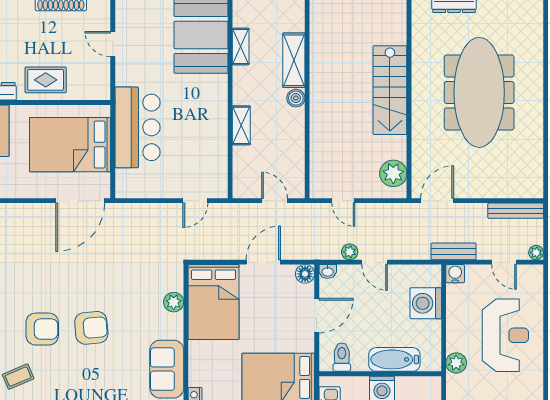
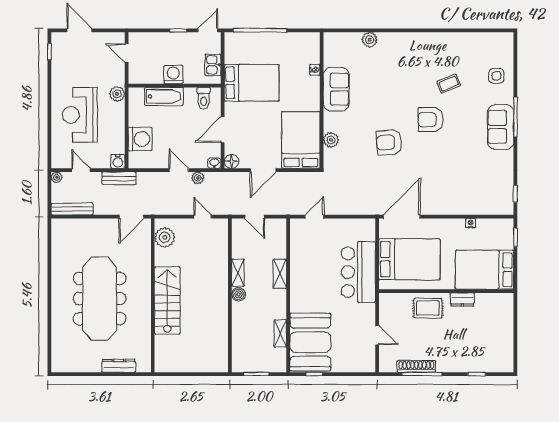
shelving: (294, 60) -> (238, 273), moved, width x0.67, depth x0.75
armchair: (91, 328) -> (389, 142), moved

